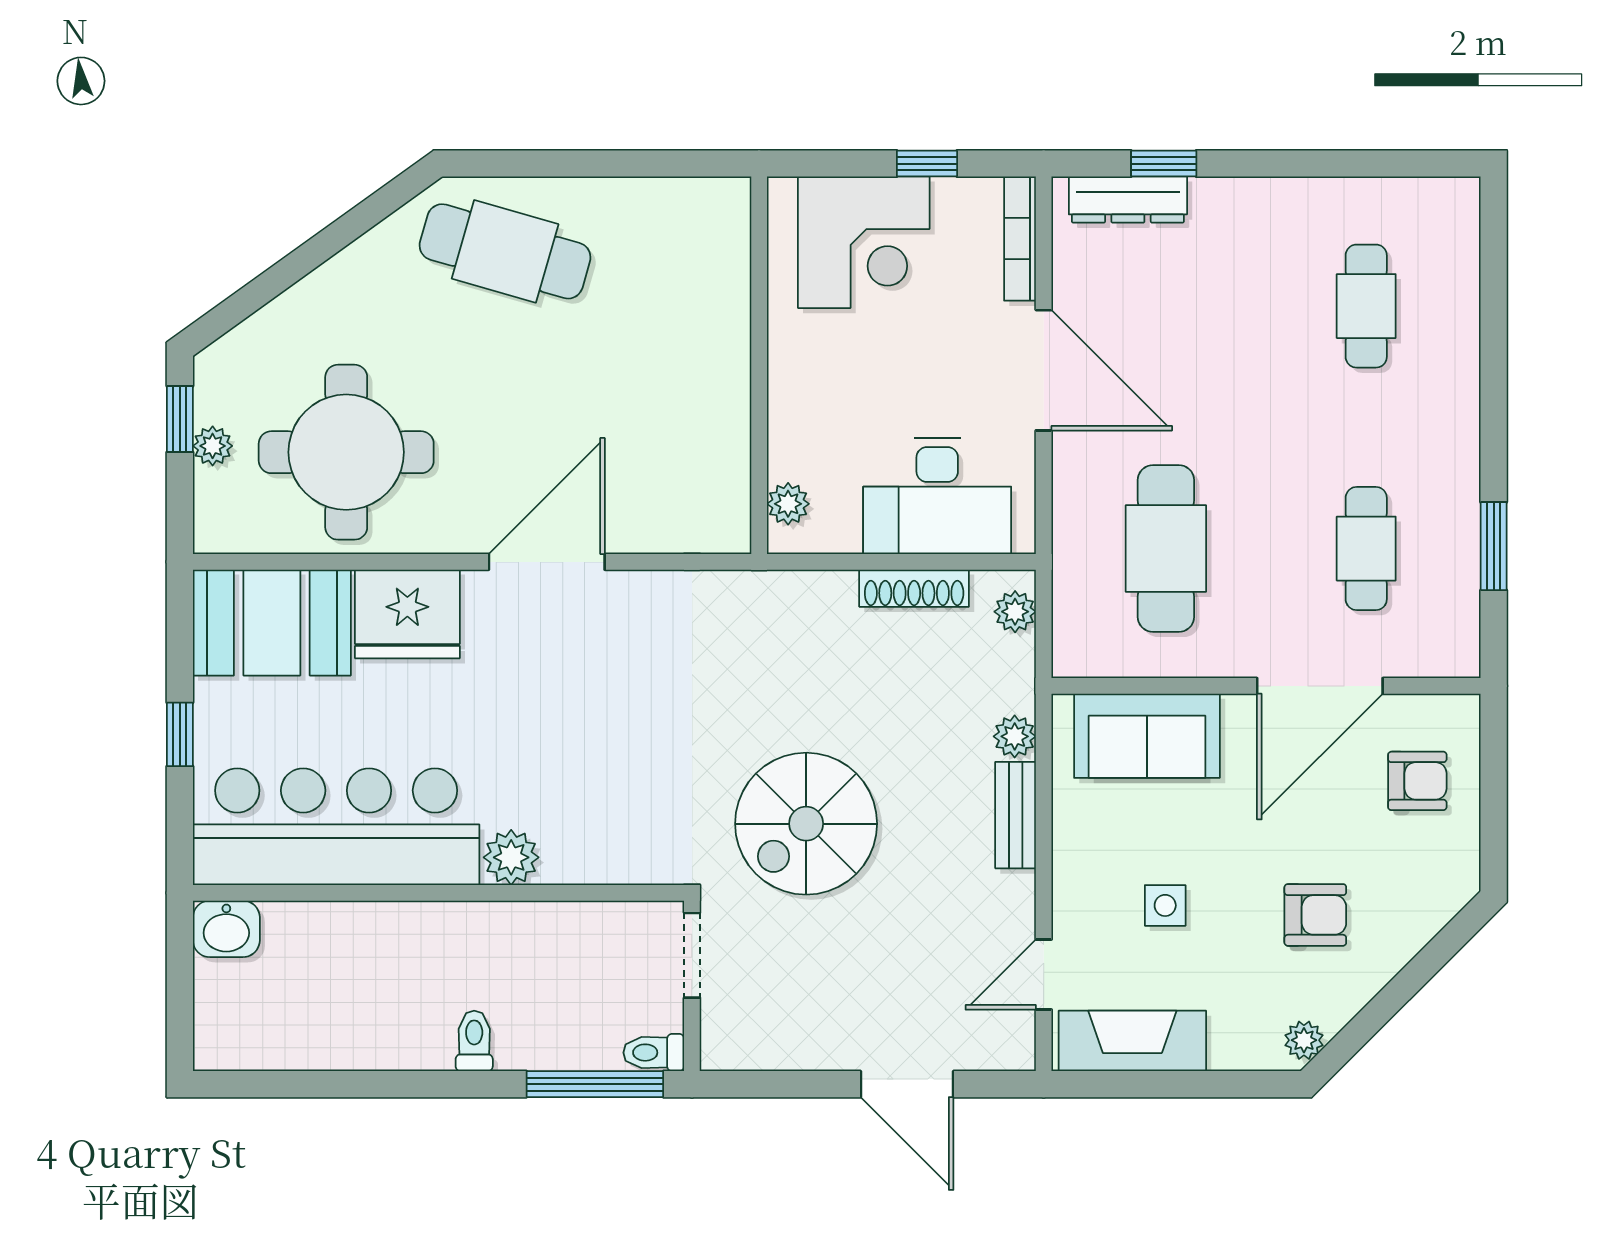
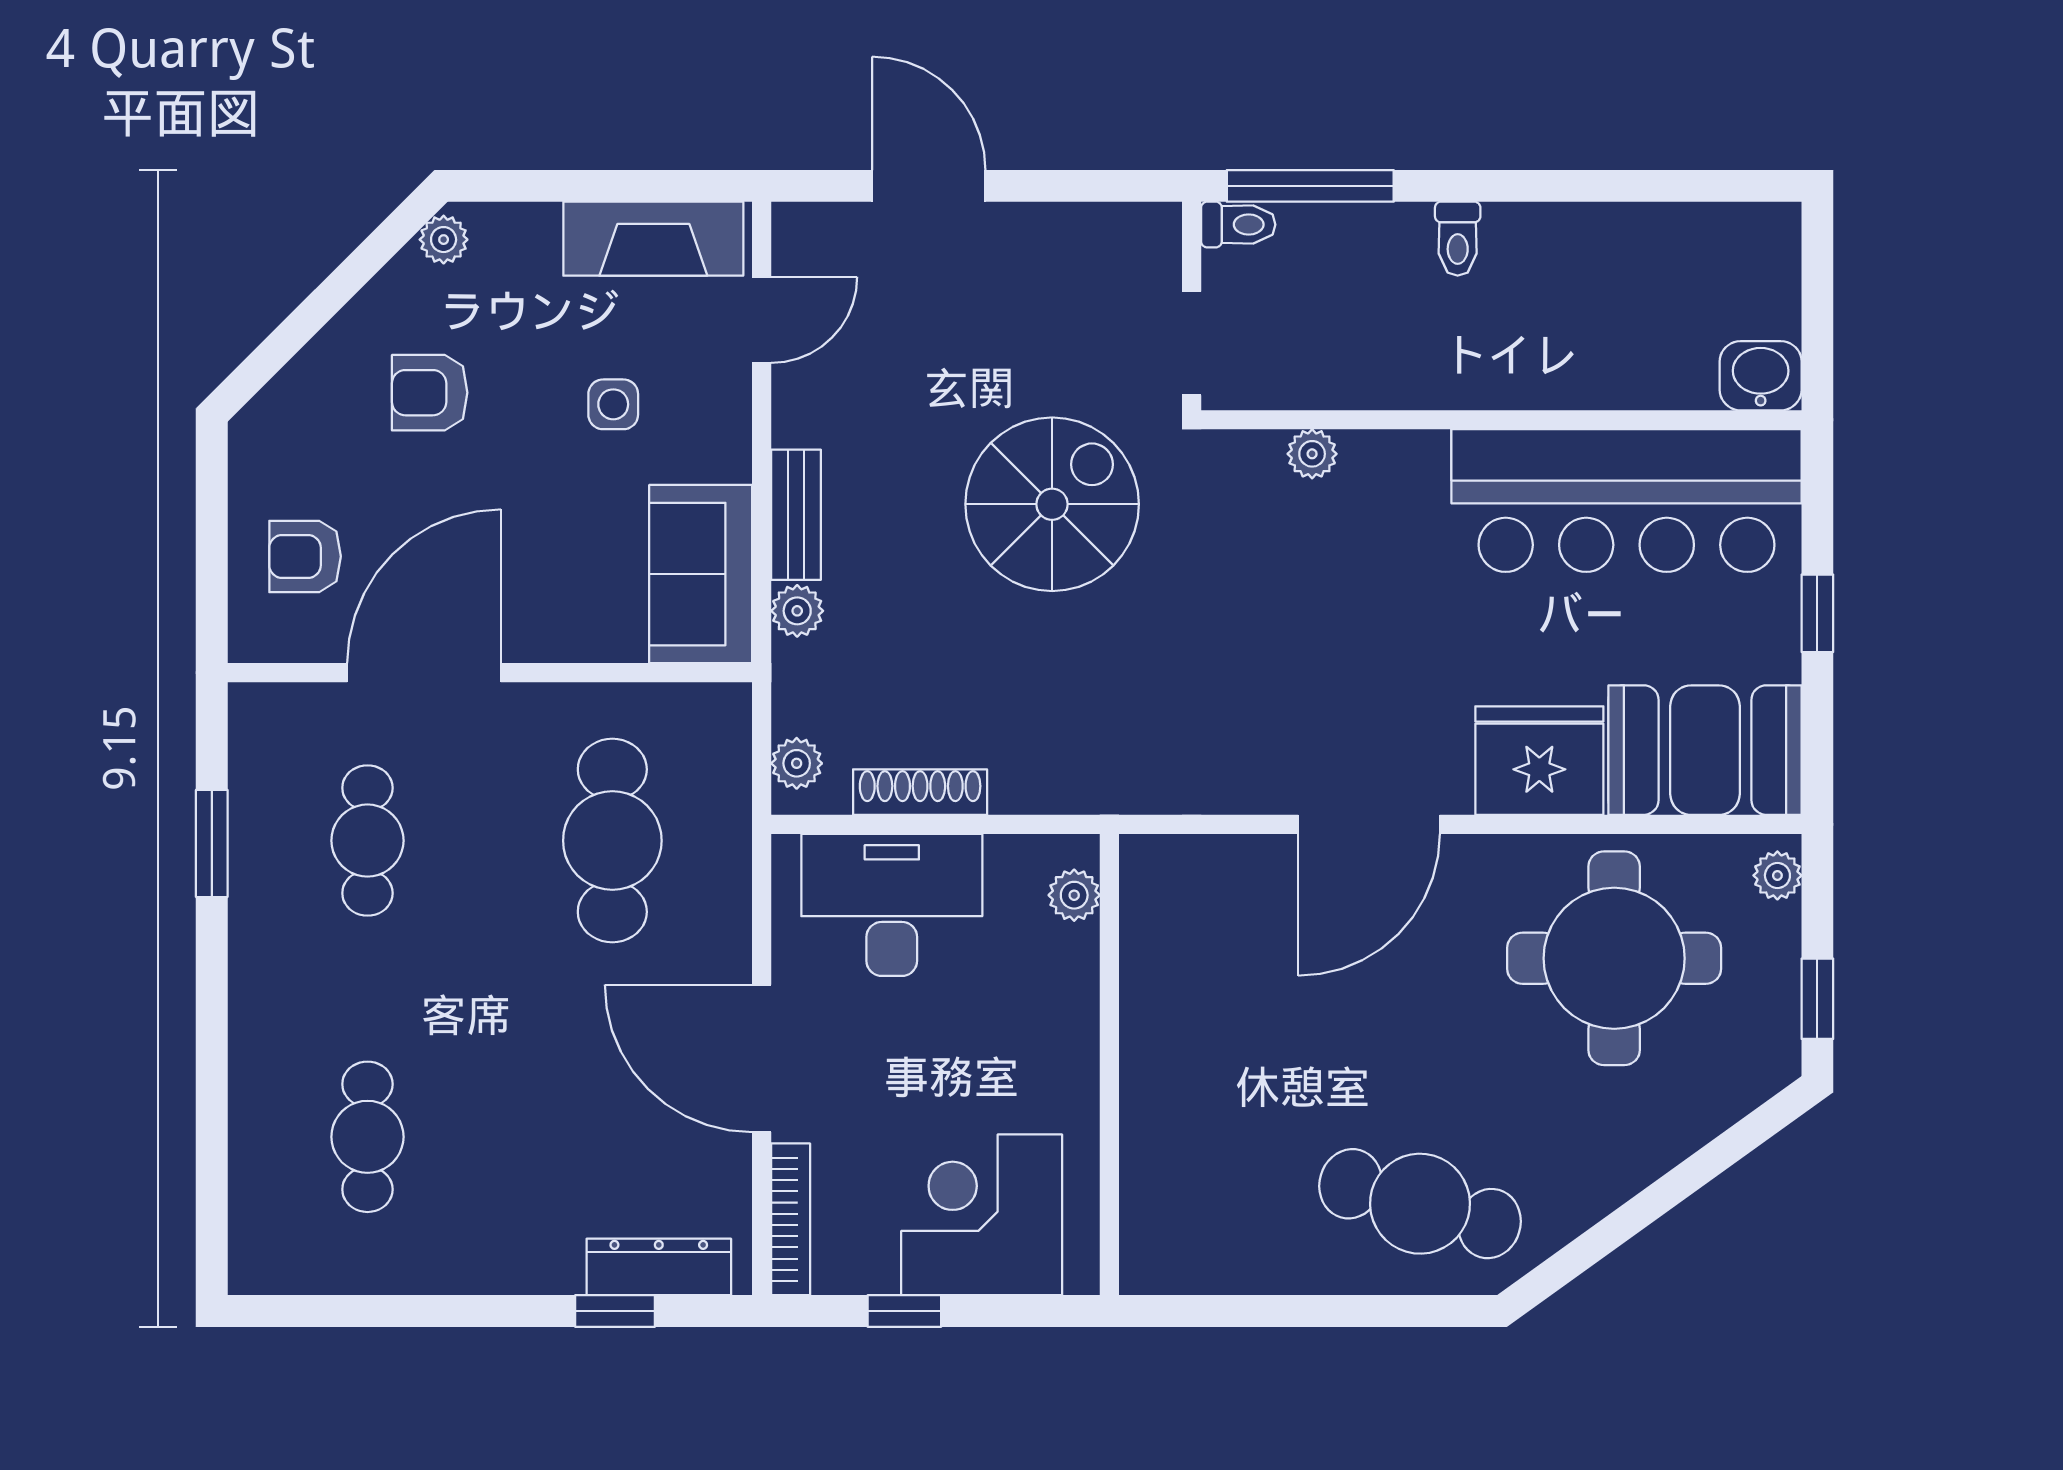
plant: (213, 446) -> (1777, 875), moved
sofa: (1147, 736) -> (701, 574), moved, turned -90
plant: (511, 857) -> (1312, 454), moved, width x0.73, depth x0.73

